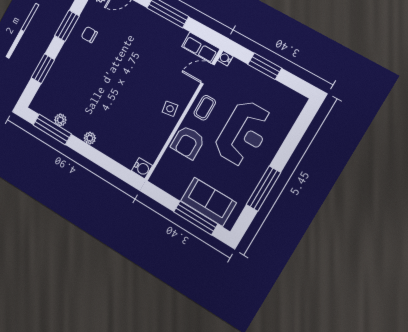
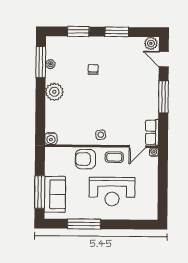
chair: (89, 35) -> (93, 69), moved
window: (265, 66) -> (163, 180), removed
door: (208, 74) -> (137, 147), swing flipped
plant: (90, 138) -> (54, 92), width x1.88, depth x1.88

